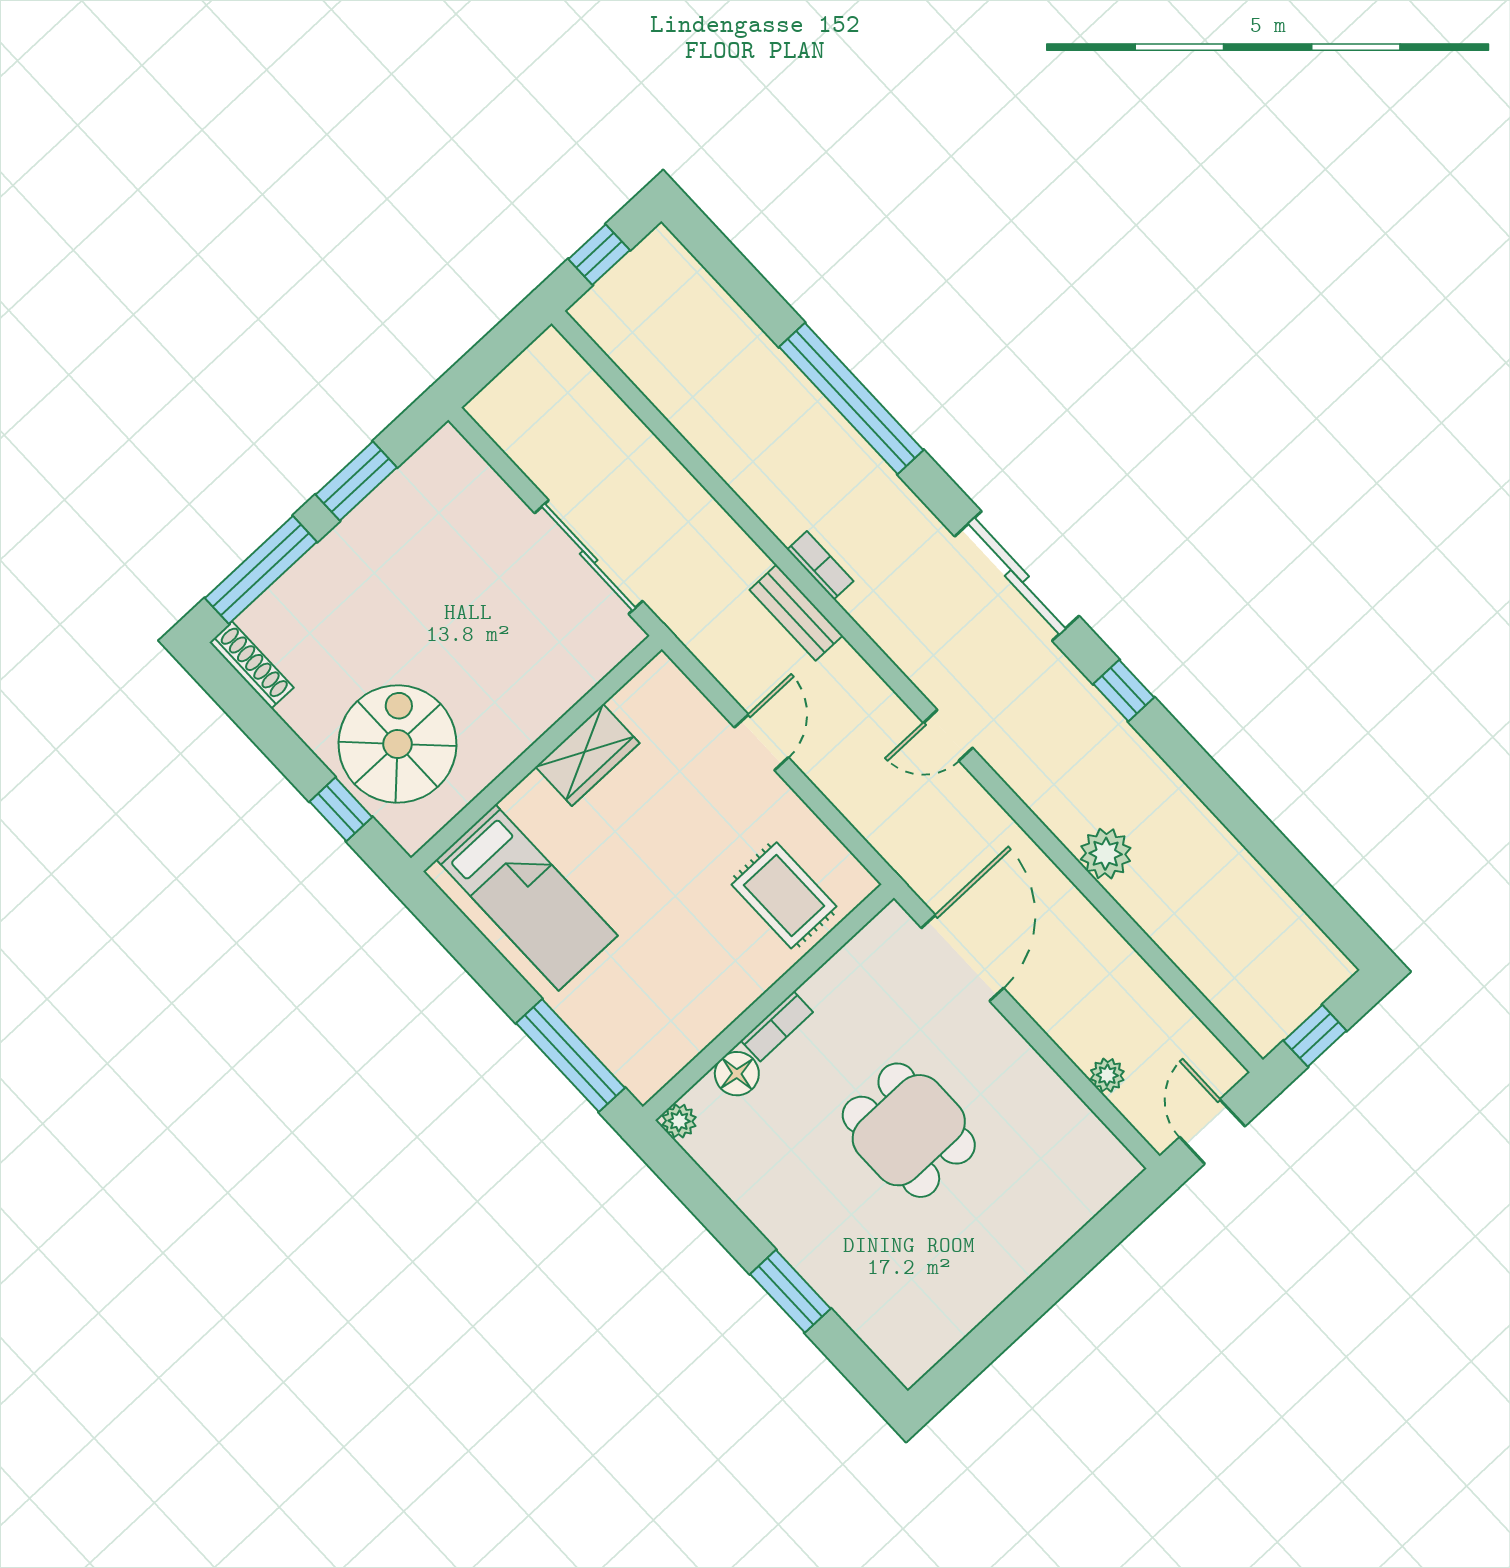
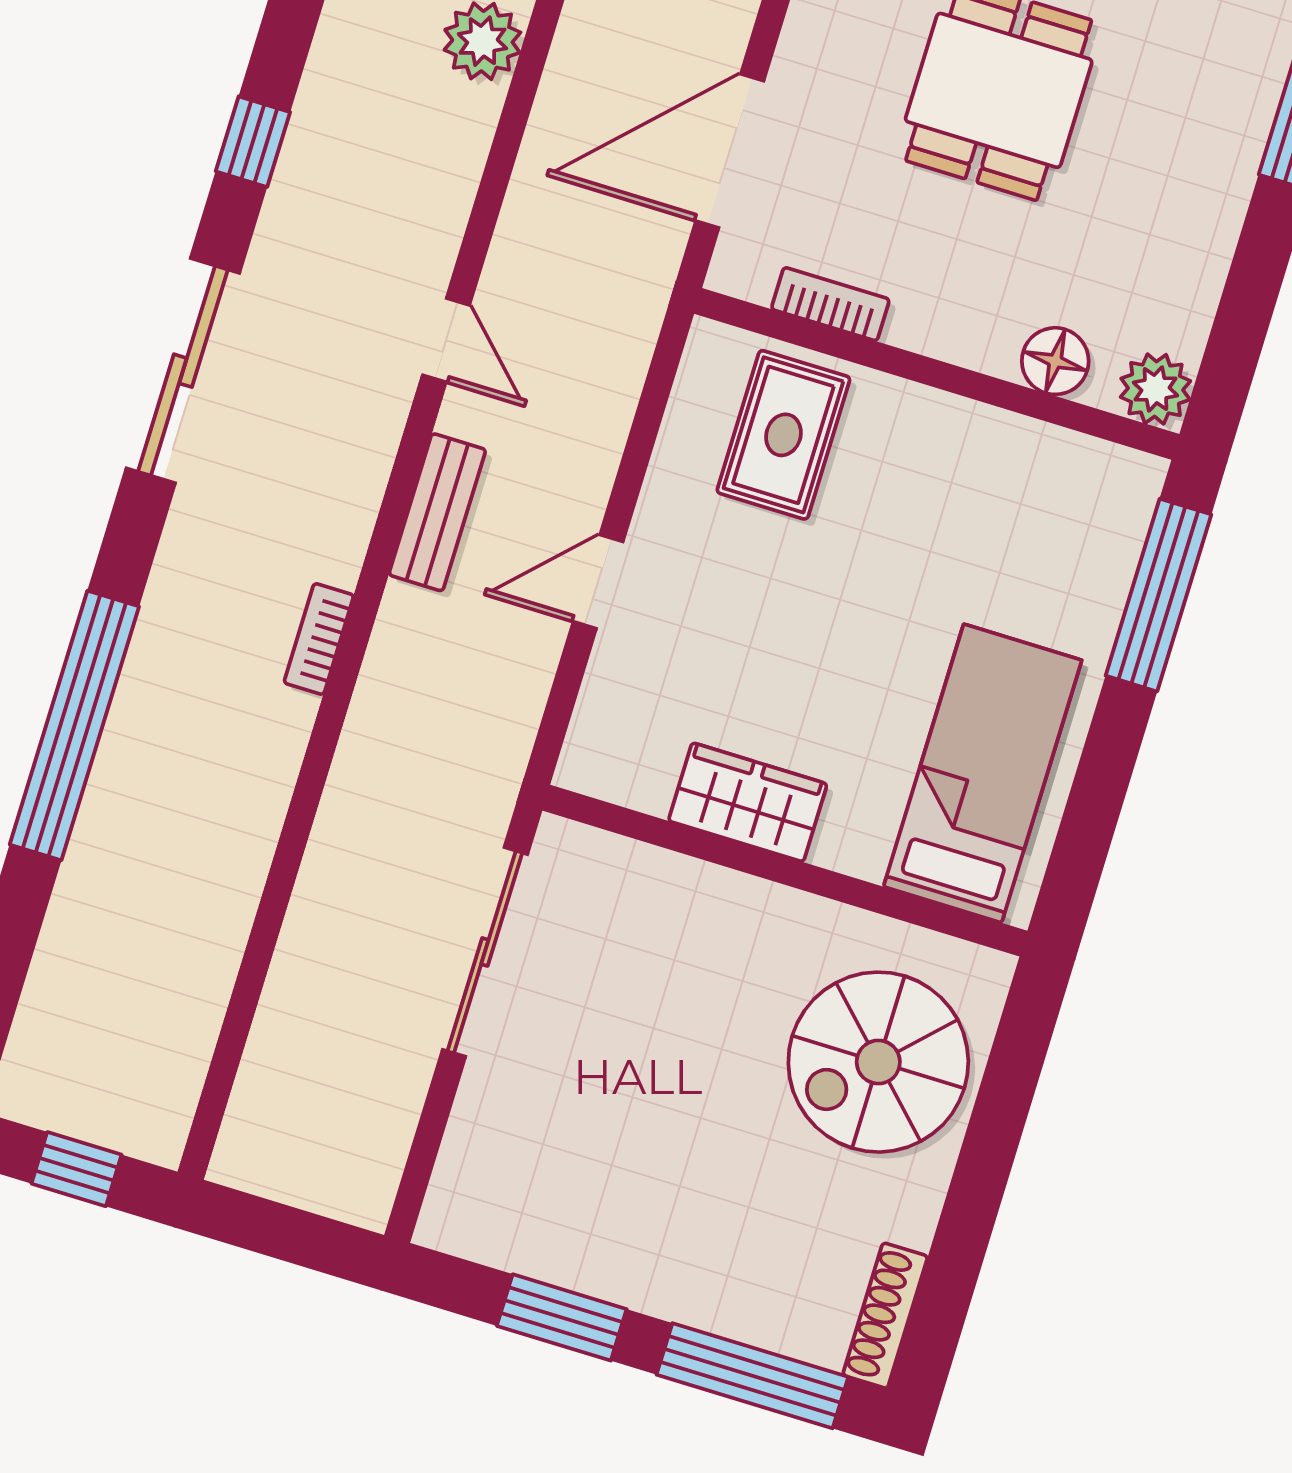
bench: (796, 613) -> (437, 512), moved
window: (341, 809) -> (1008, 1087), removed
bookcase: (777, 1026) -> (830, 304), moved
plant: (679, 1121) -> (1155, 389), width x1.38, depth x1.38

